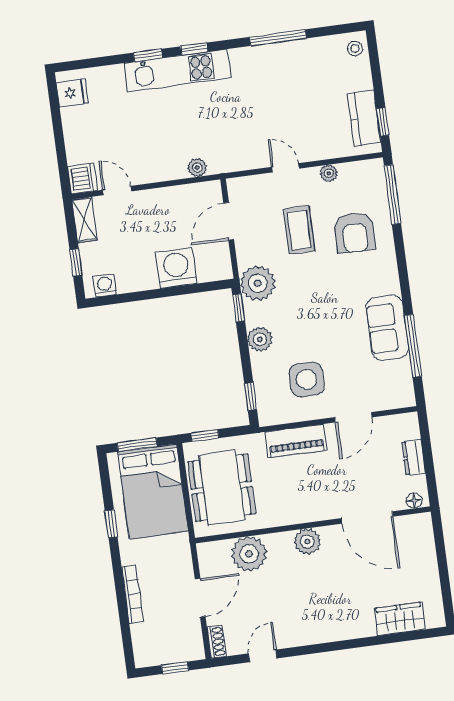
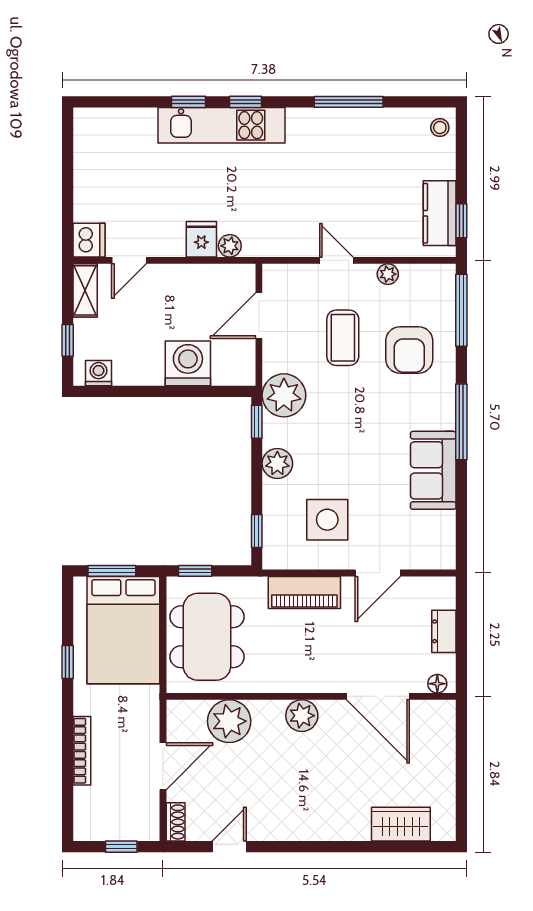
fridge: (72, 93) -> (201, 239), moved, turned -90
door: (117, 191) -> (129, 260), swing flipped
window: (413, 346) -> (461, 422), moved

